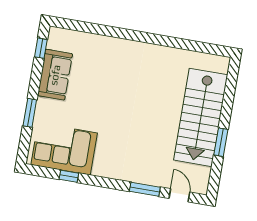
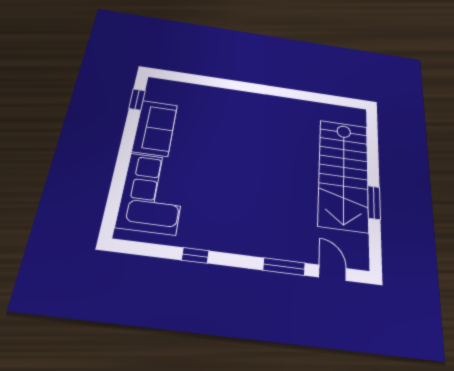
window: (30, 113) -> (120, 172), removed
corner sofa: (64, 149) -> (153, 193), moved, turned 90
window: (69, 176) -> (195, 255), moved

